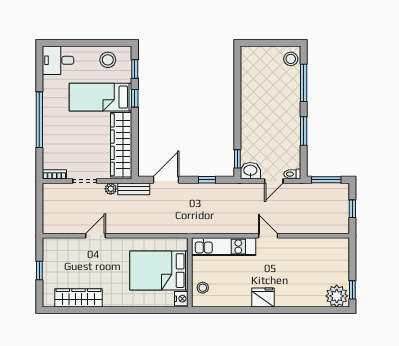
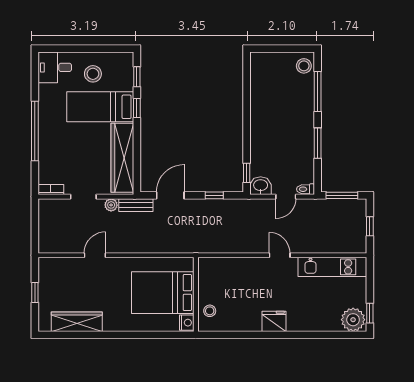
stool: (108, 60) -> (93, 74), moved
kitchen unit: (224, 247) -> (332, 267), moved

